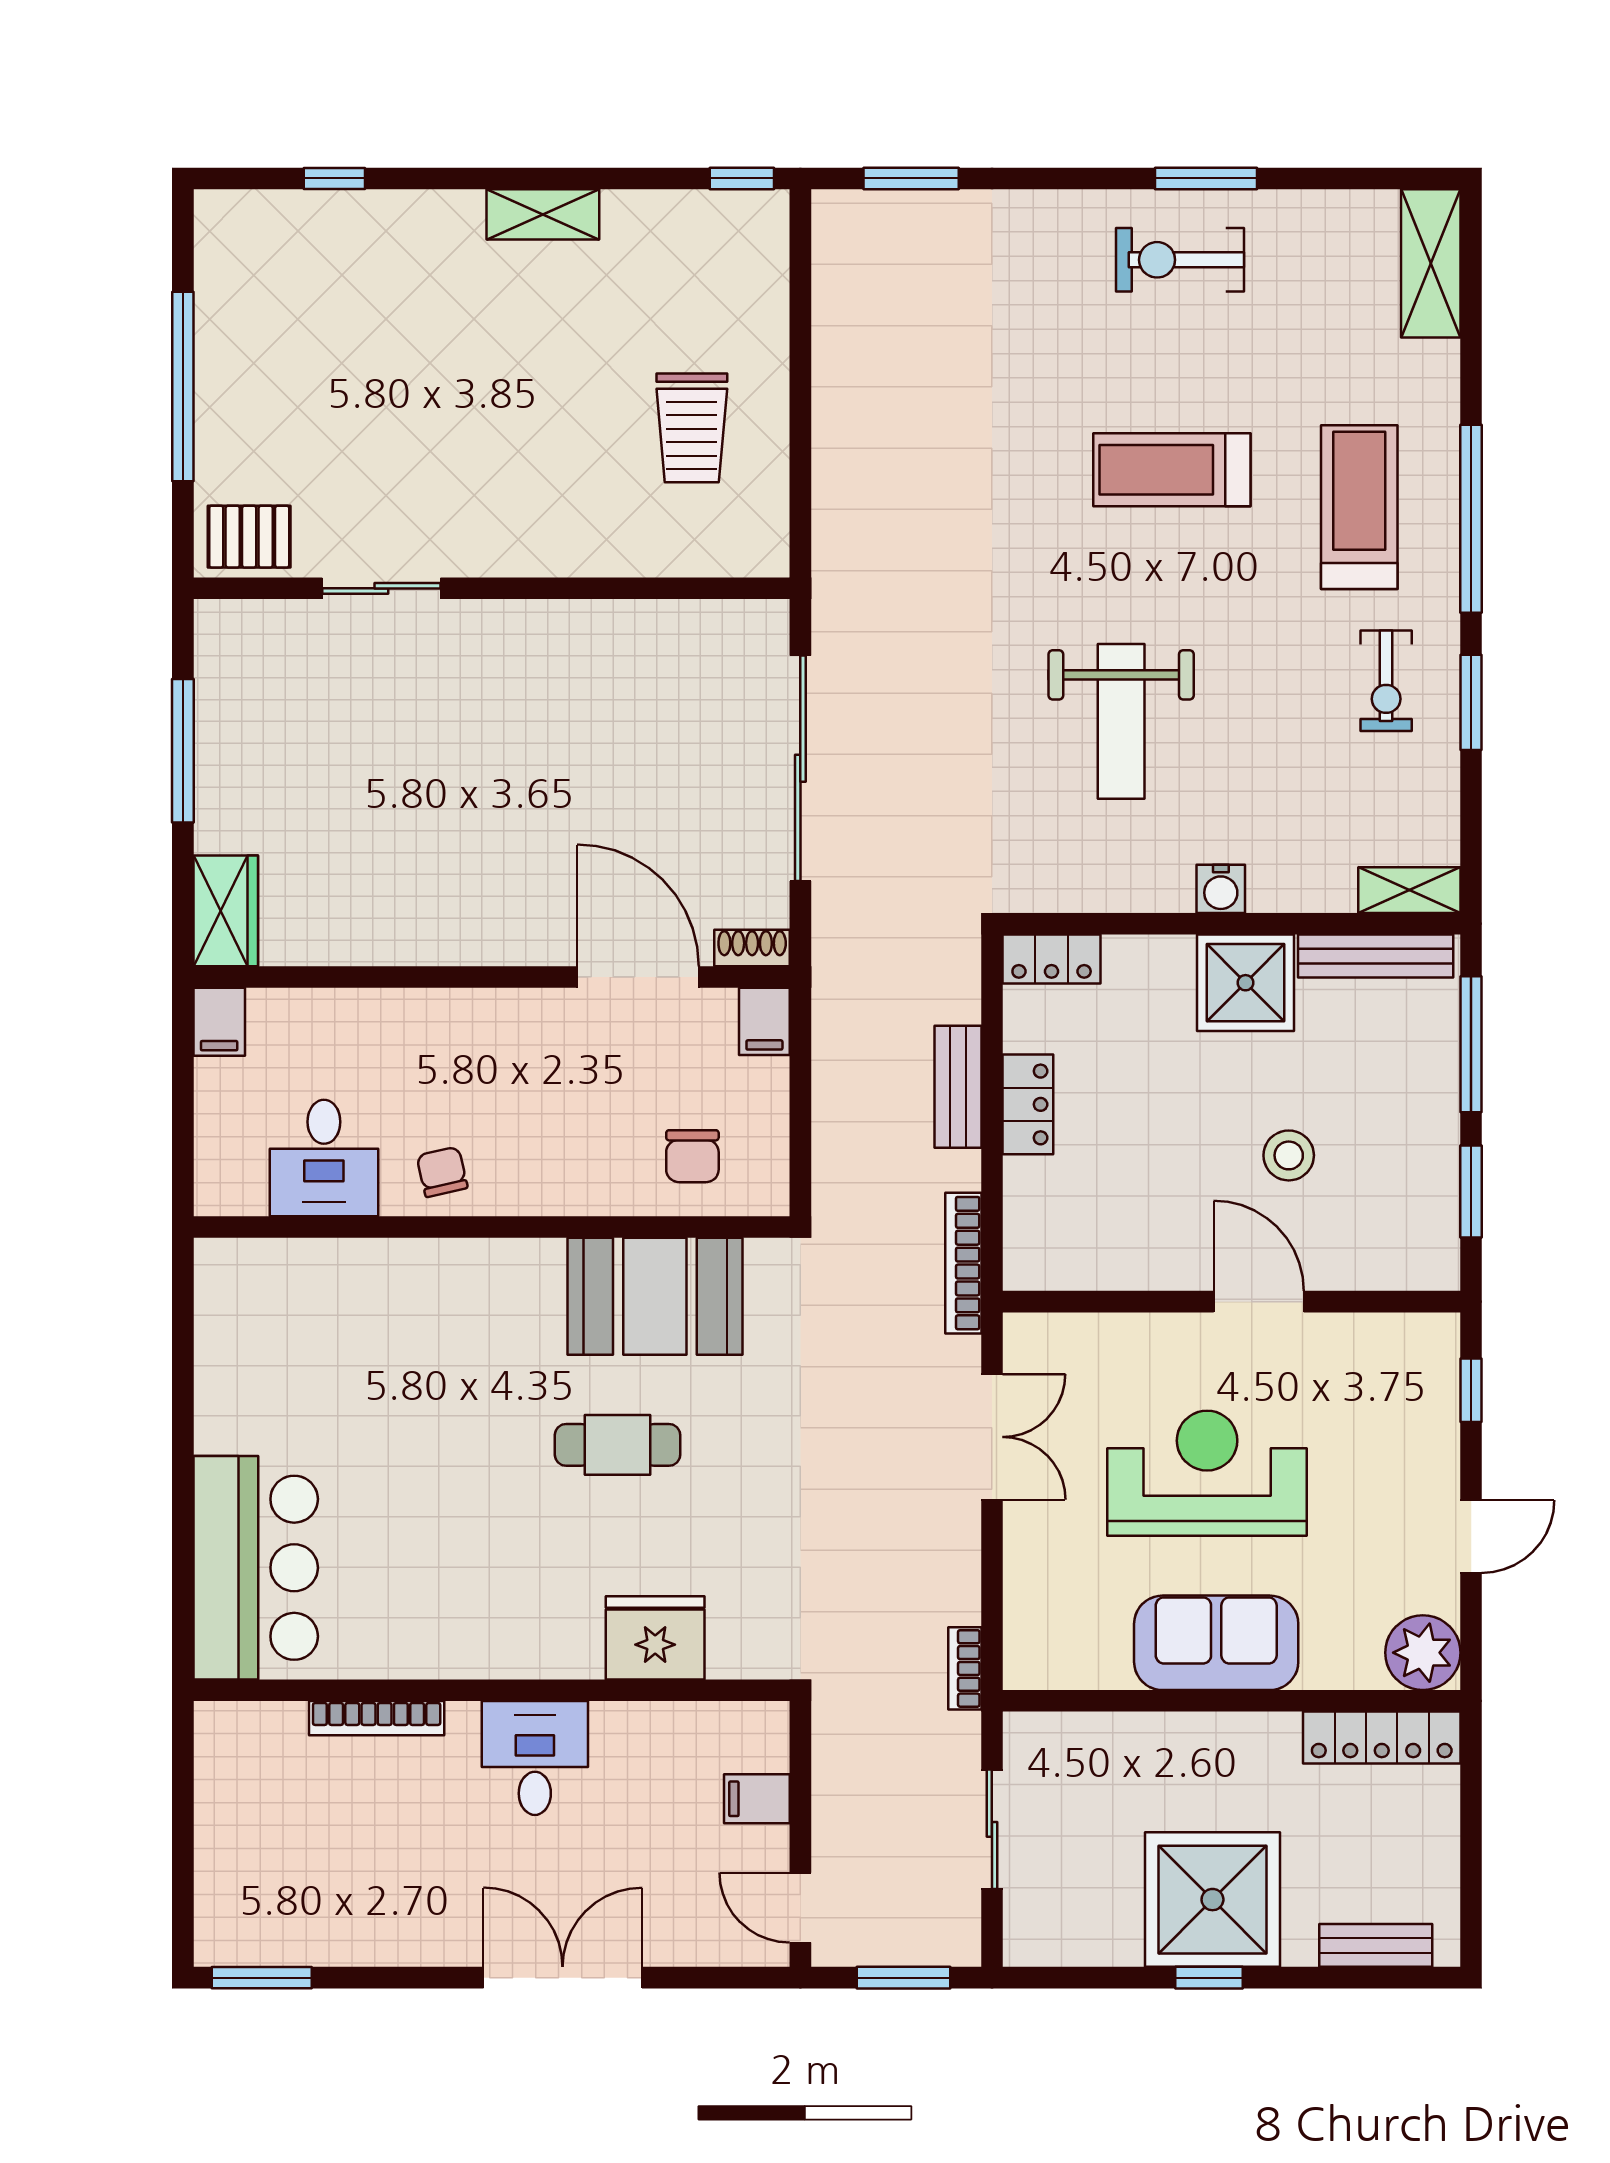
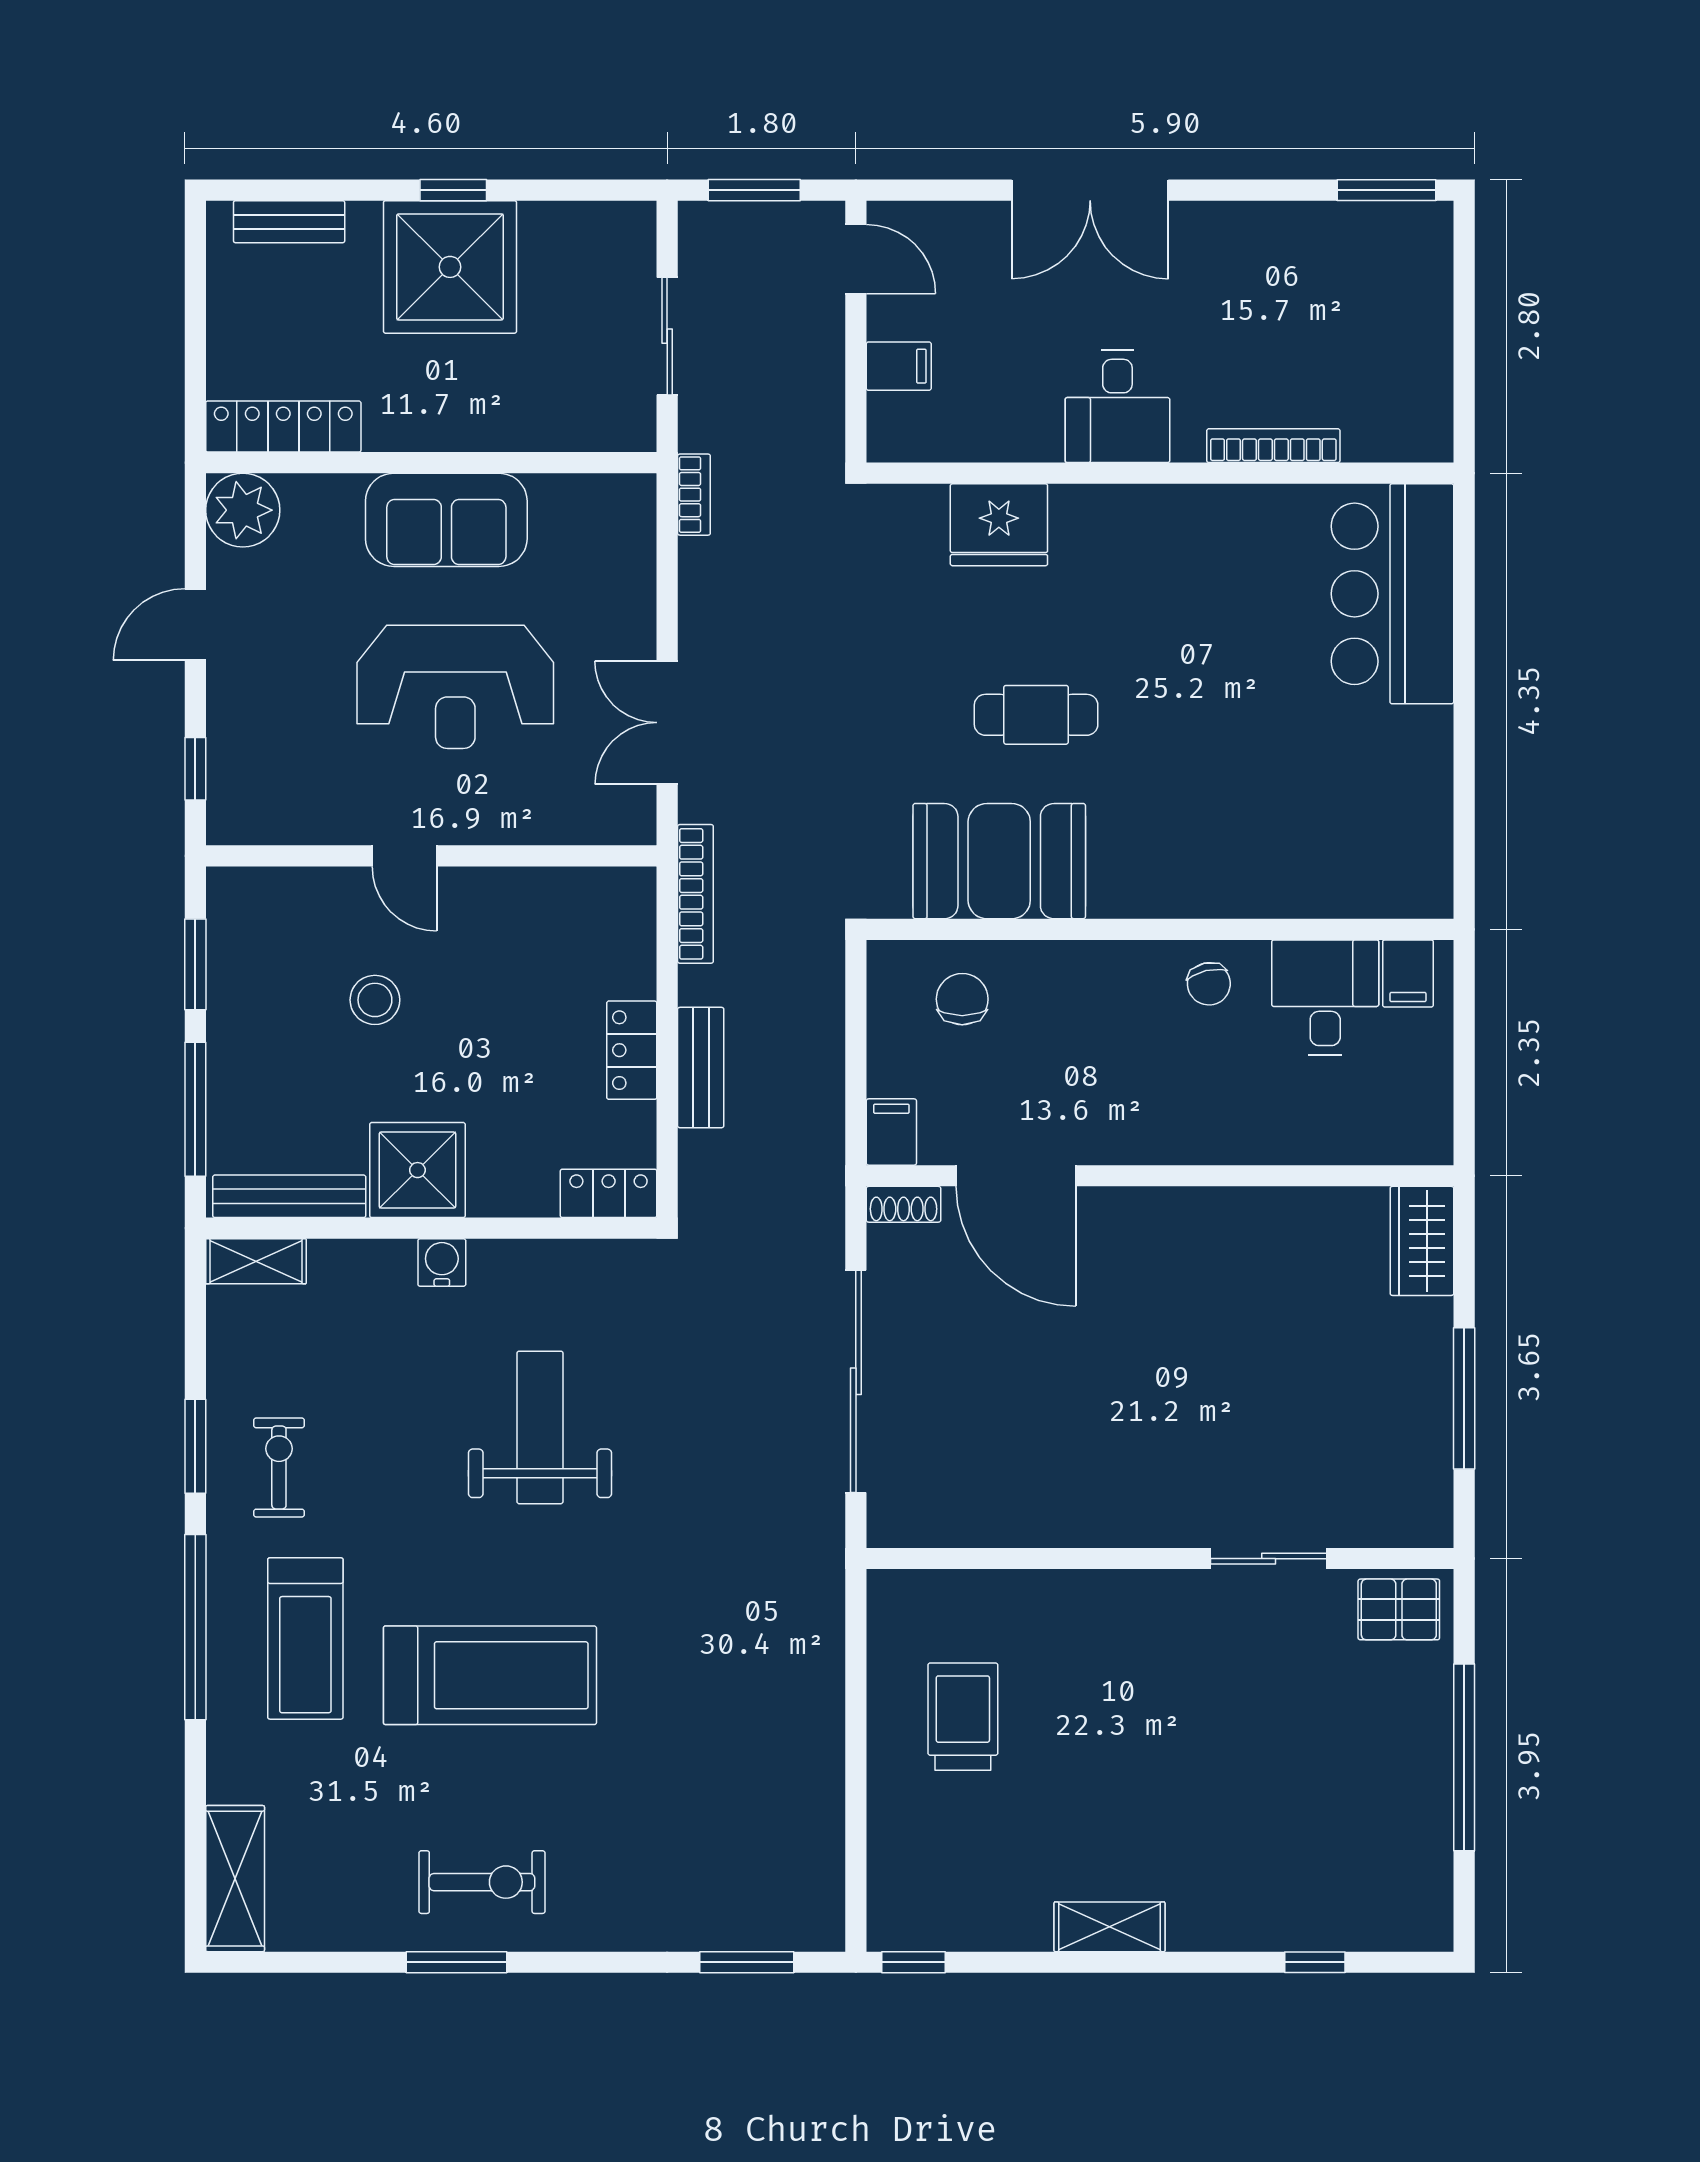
treadmill: (1172, 470) -> (490, 1675), width x1.37, depth x1.38
filing cabinet: (219, 1022) -> (1408, 973), moved, turned 180
door: (1259, 1302) -> (404, 856), width x0.73

